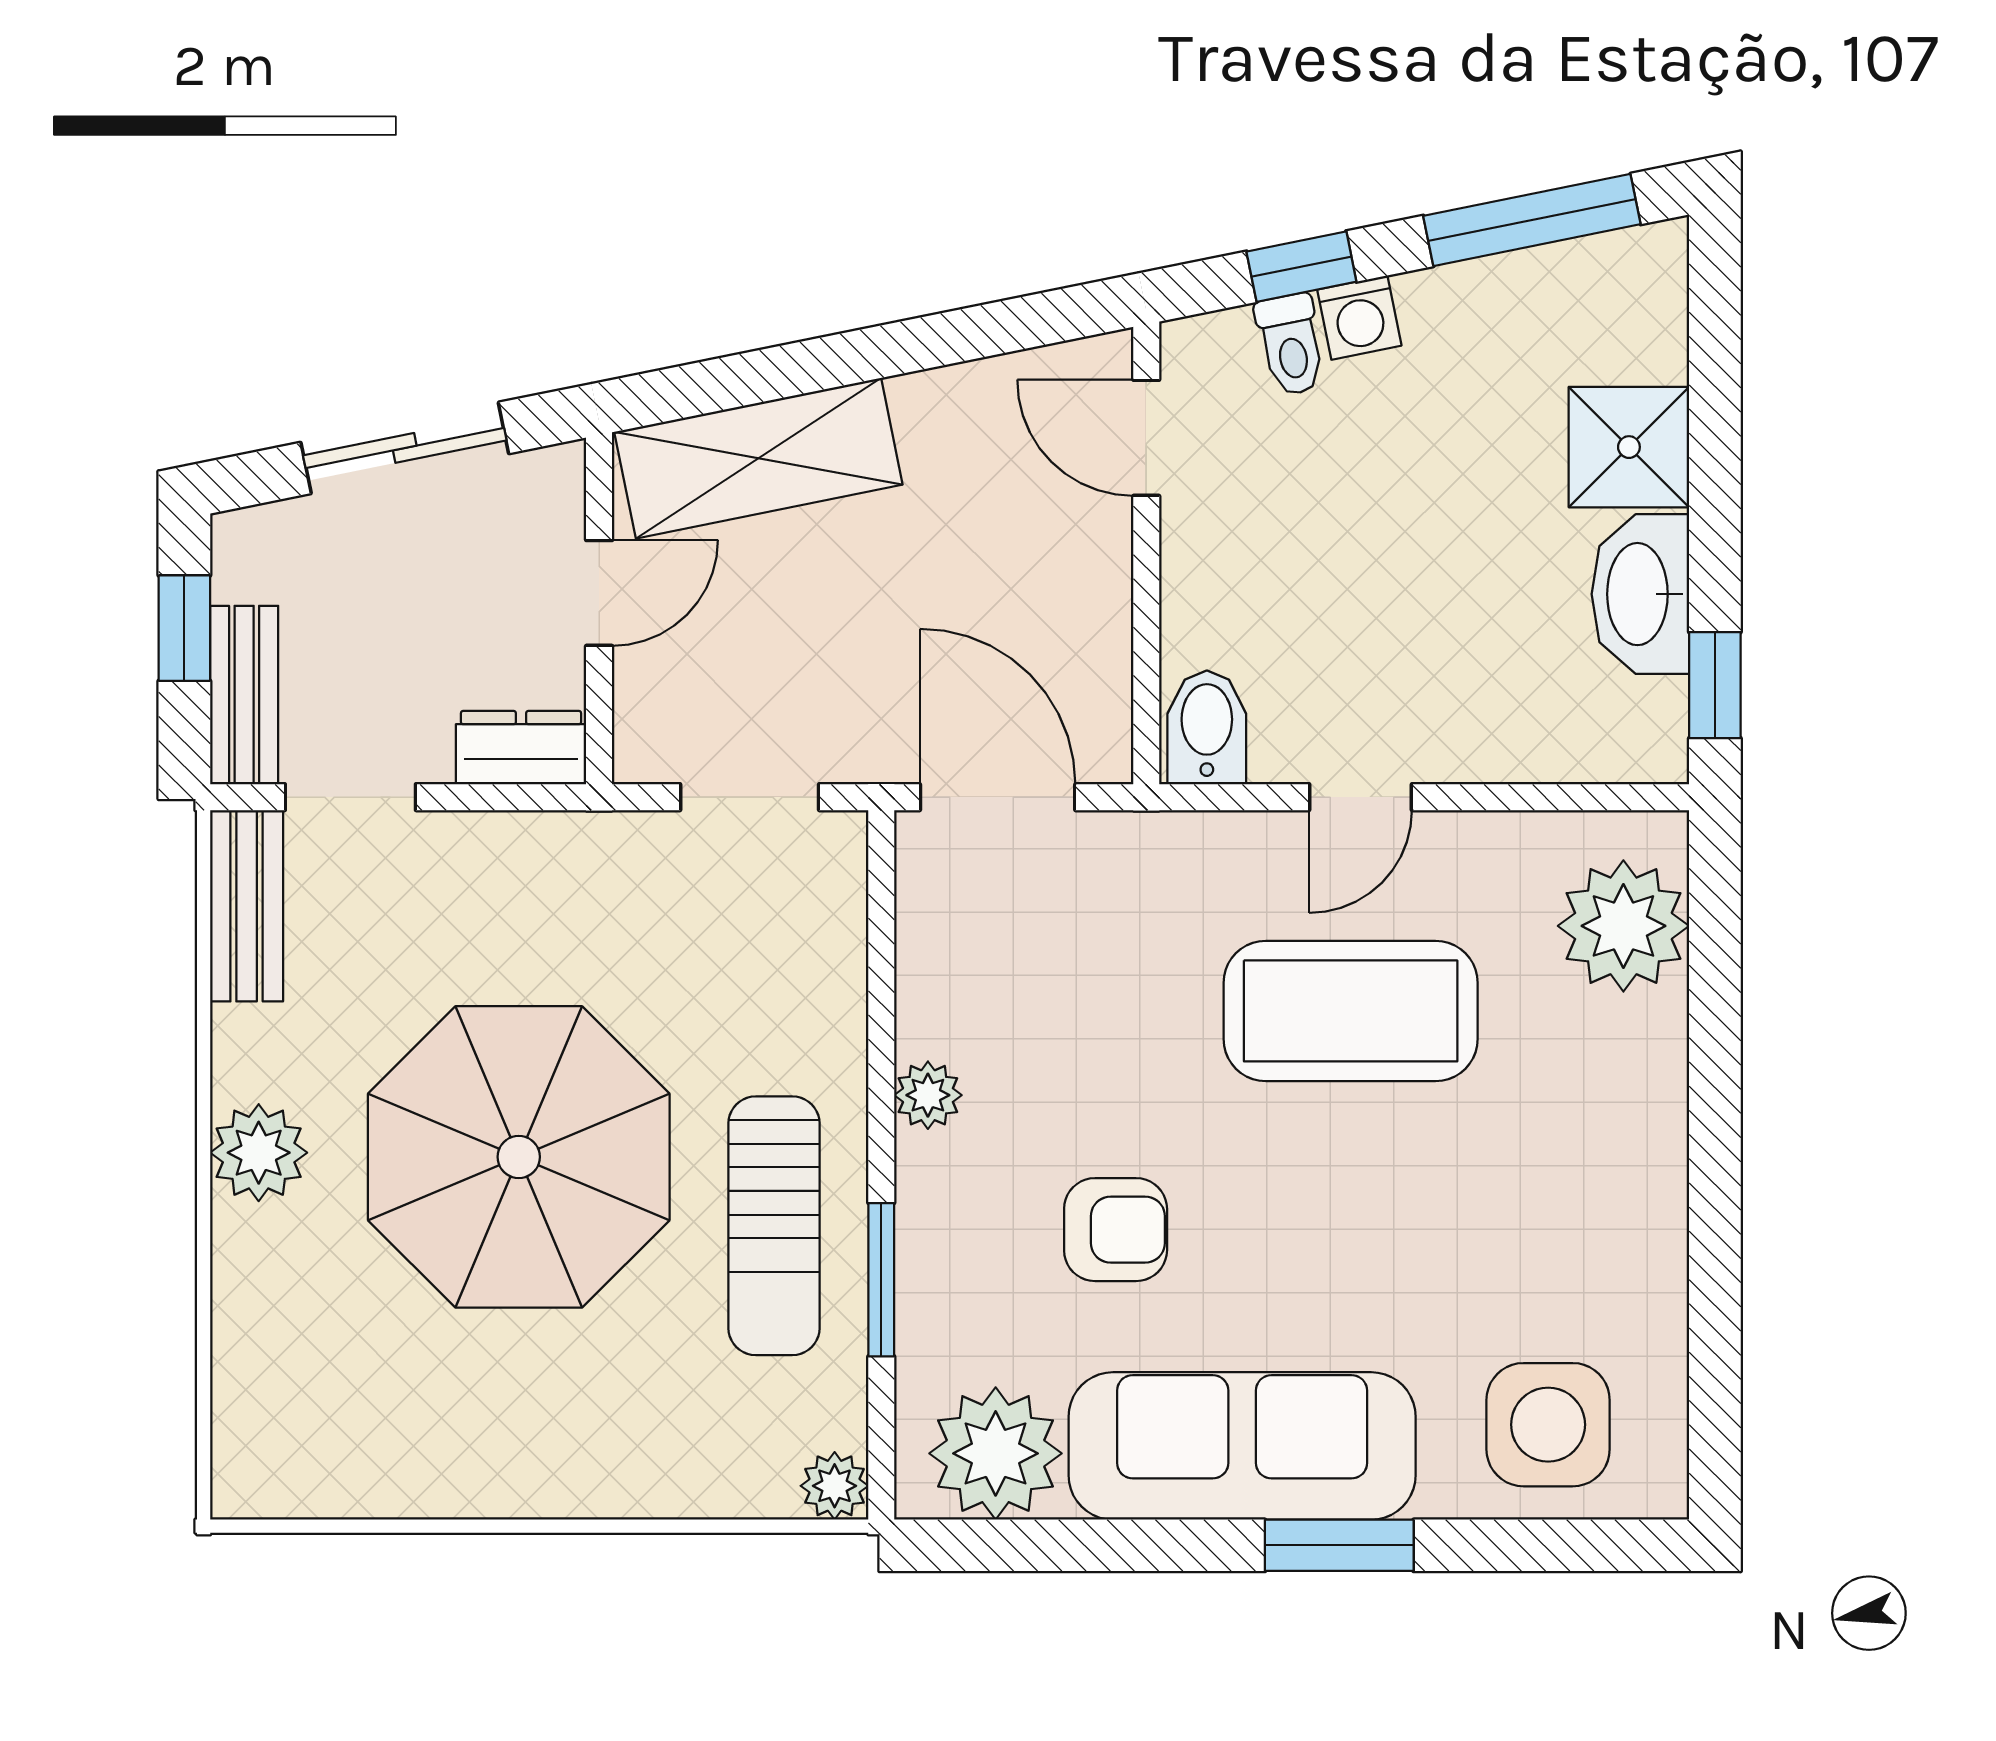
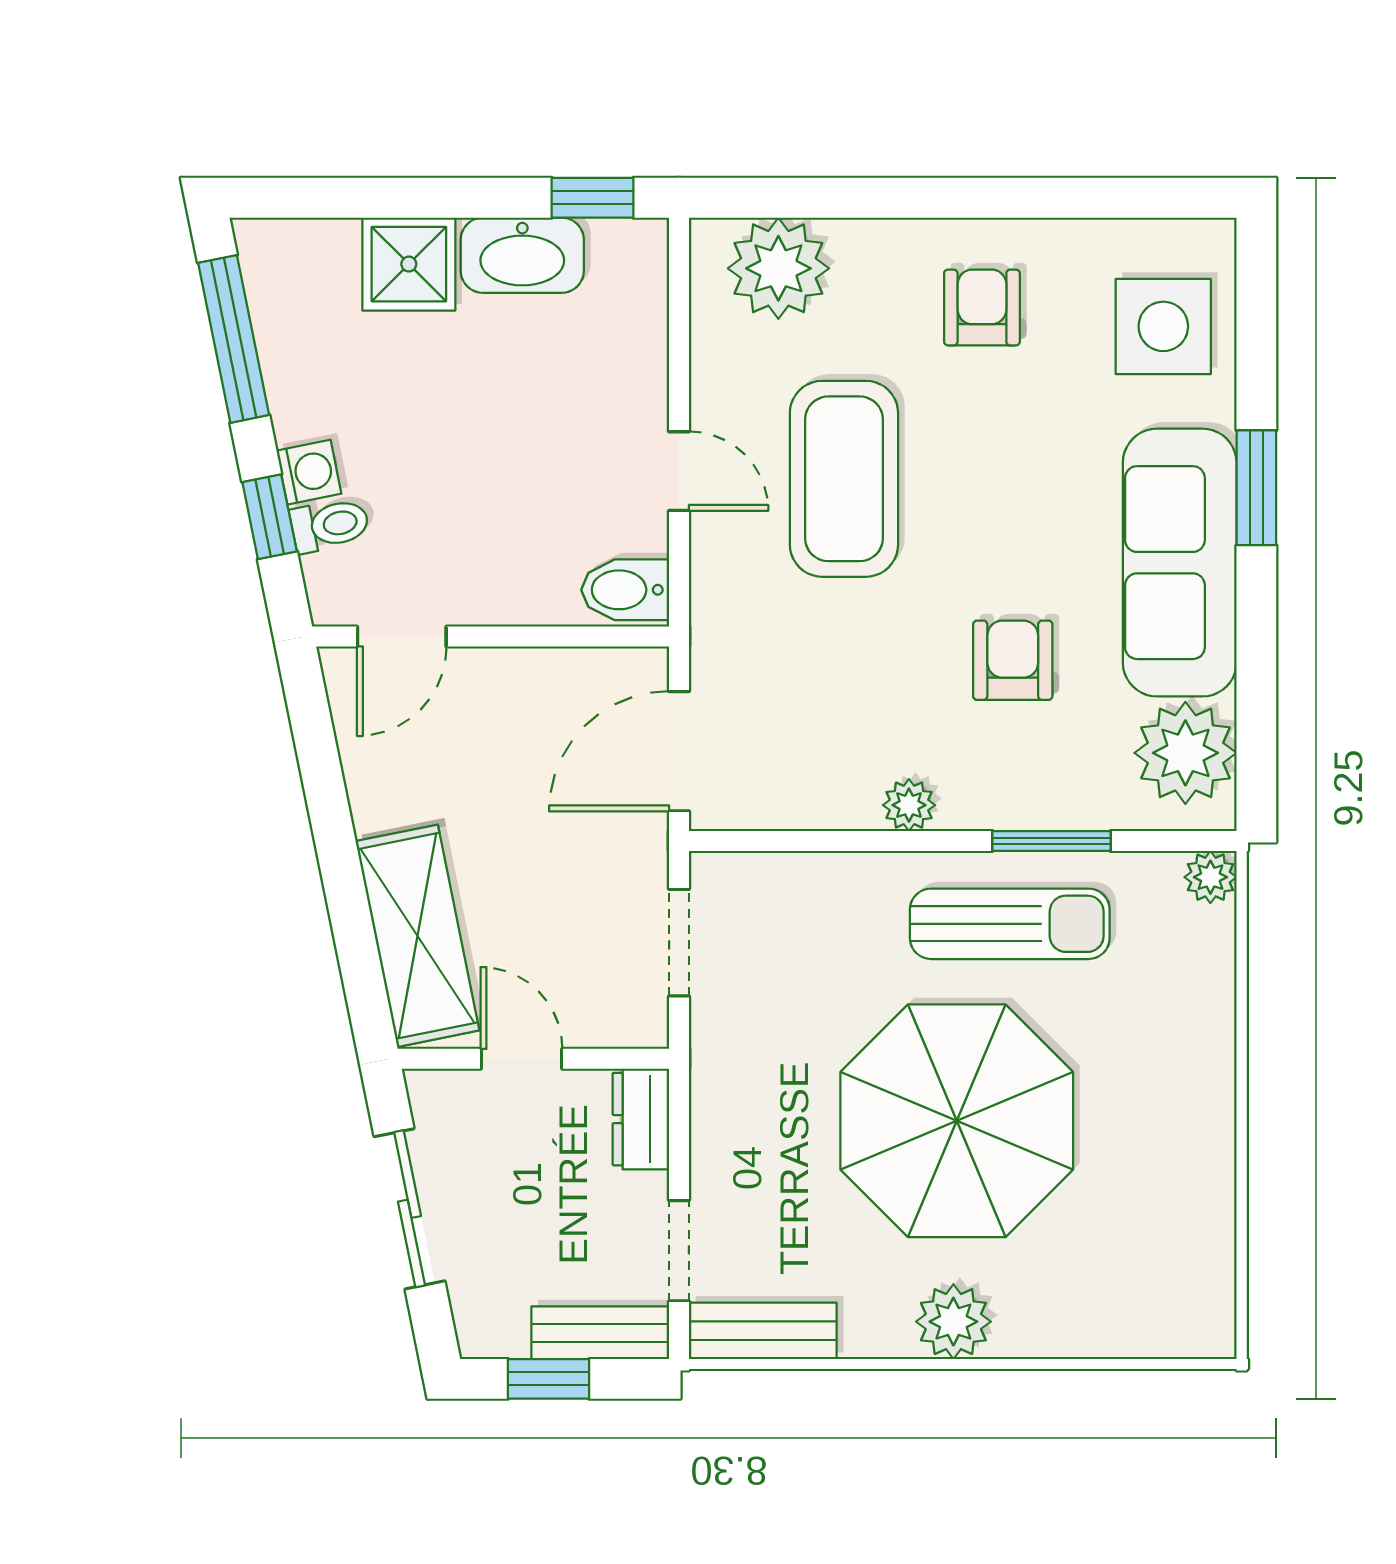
armchair: (1573, 1190) -> (982, 307), added

